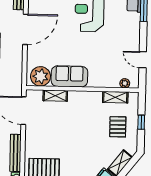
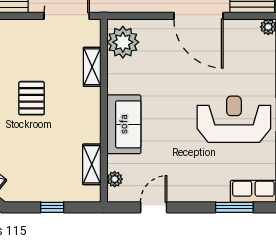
sofa: (69, 76) -> (124, 124), moved
pallet: (118, 127) -> (32, 98), moved, turned 90

